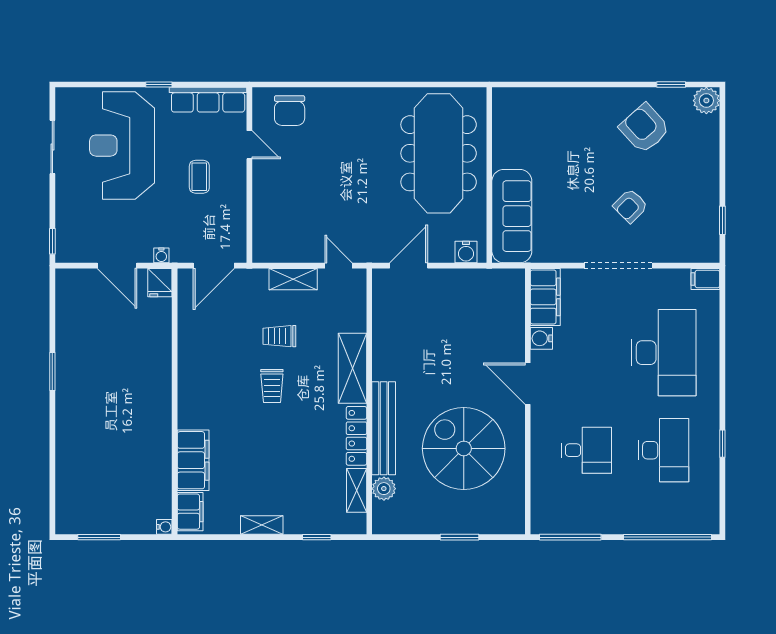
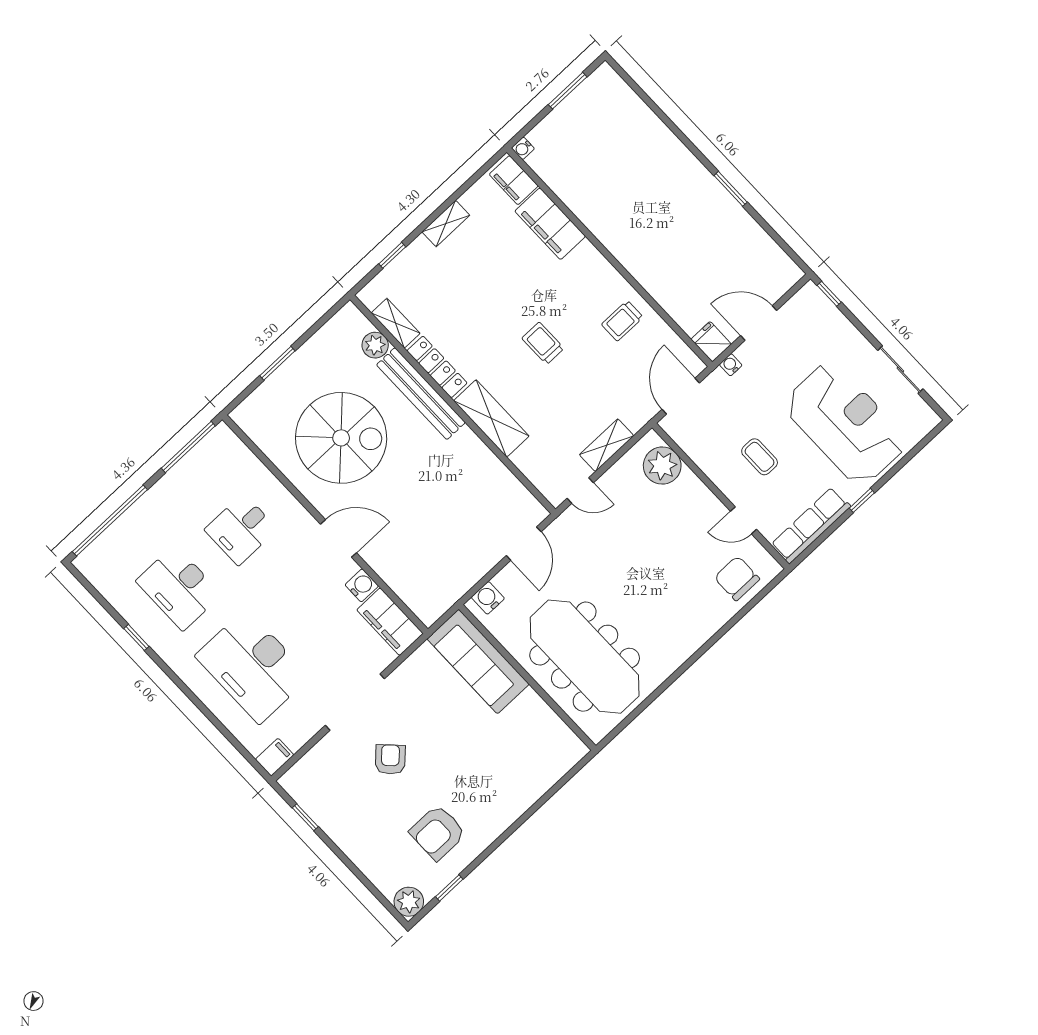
armchair: (644, 128) -> (438, 832), turned 132
plant: (269, 231) -> (662, 466), added
trolley: (279, 336) -> (622, 321), moved, turned 180

